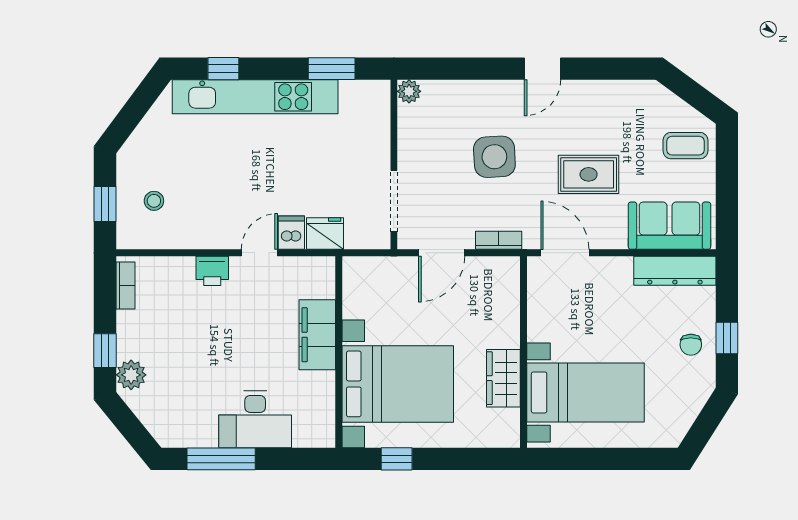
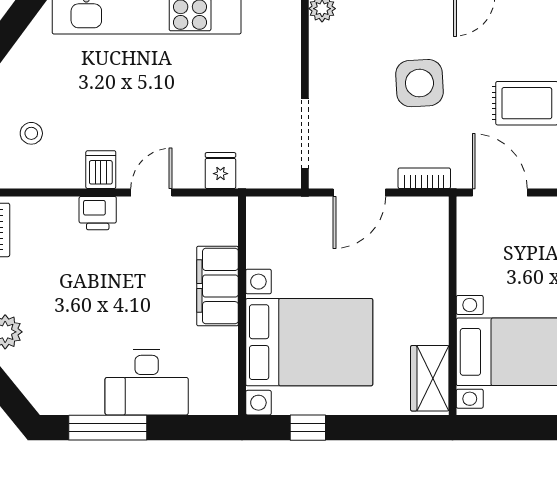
dishwasher: (291, 233) -> (101, 170), moved
fridge: (325, 234) -> (220, 171), width x0.72
wardrobe: (503, 378) -> (430, 378), moved

